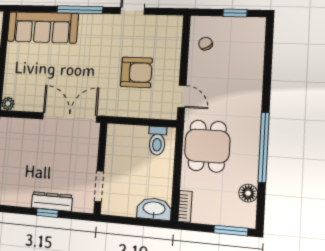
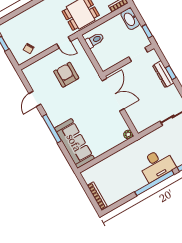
door: (182, 96) -> (64, 43), swing flipped
double door: (70, 117) -> (113, 95), swing flipped
window: (122, 220) -> (147, 31), added

